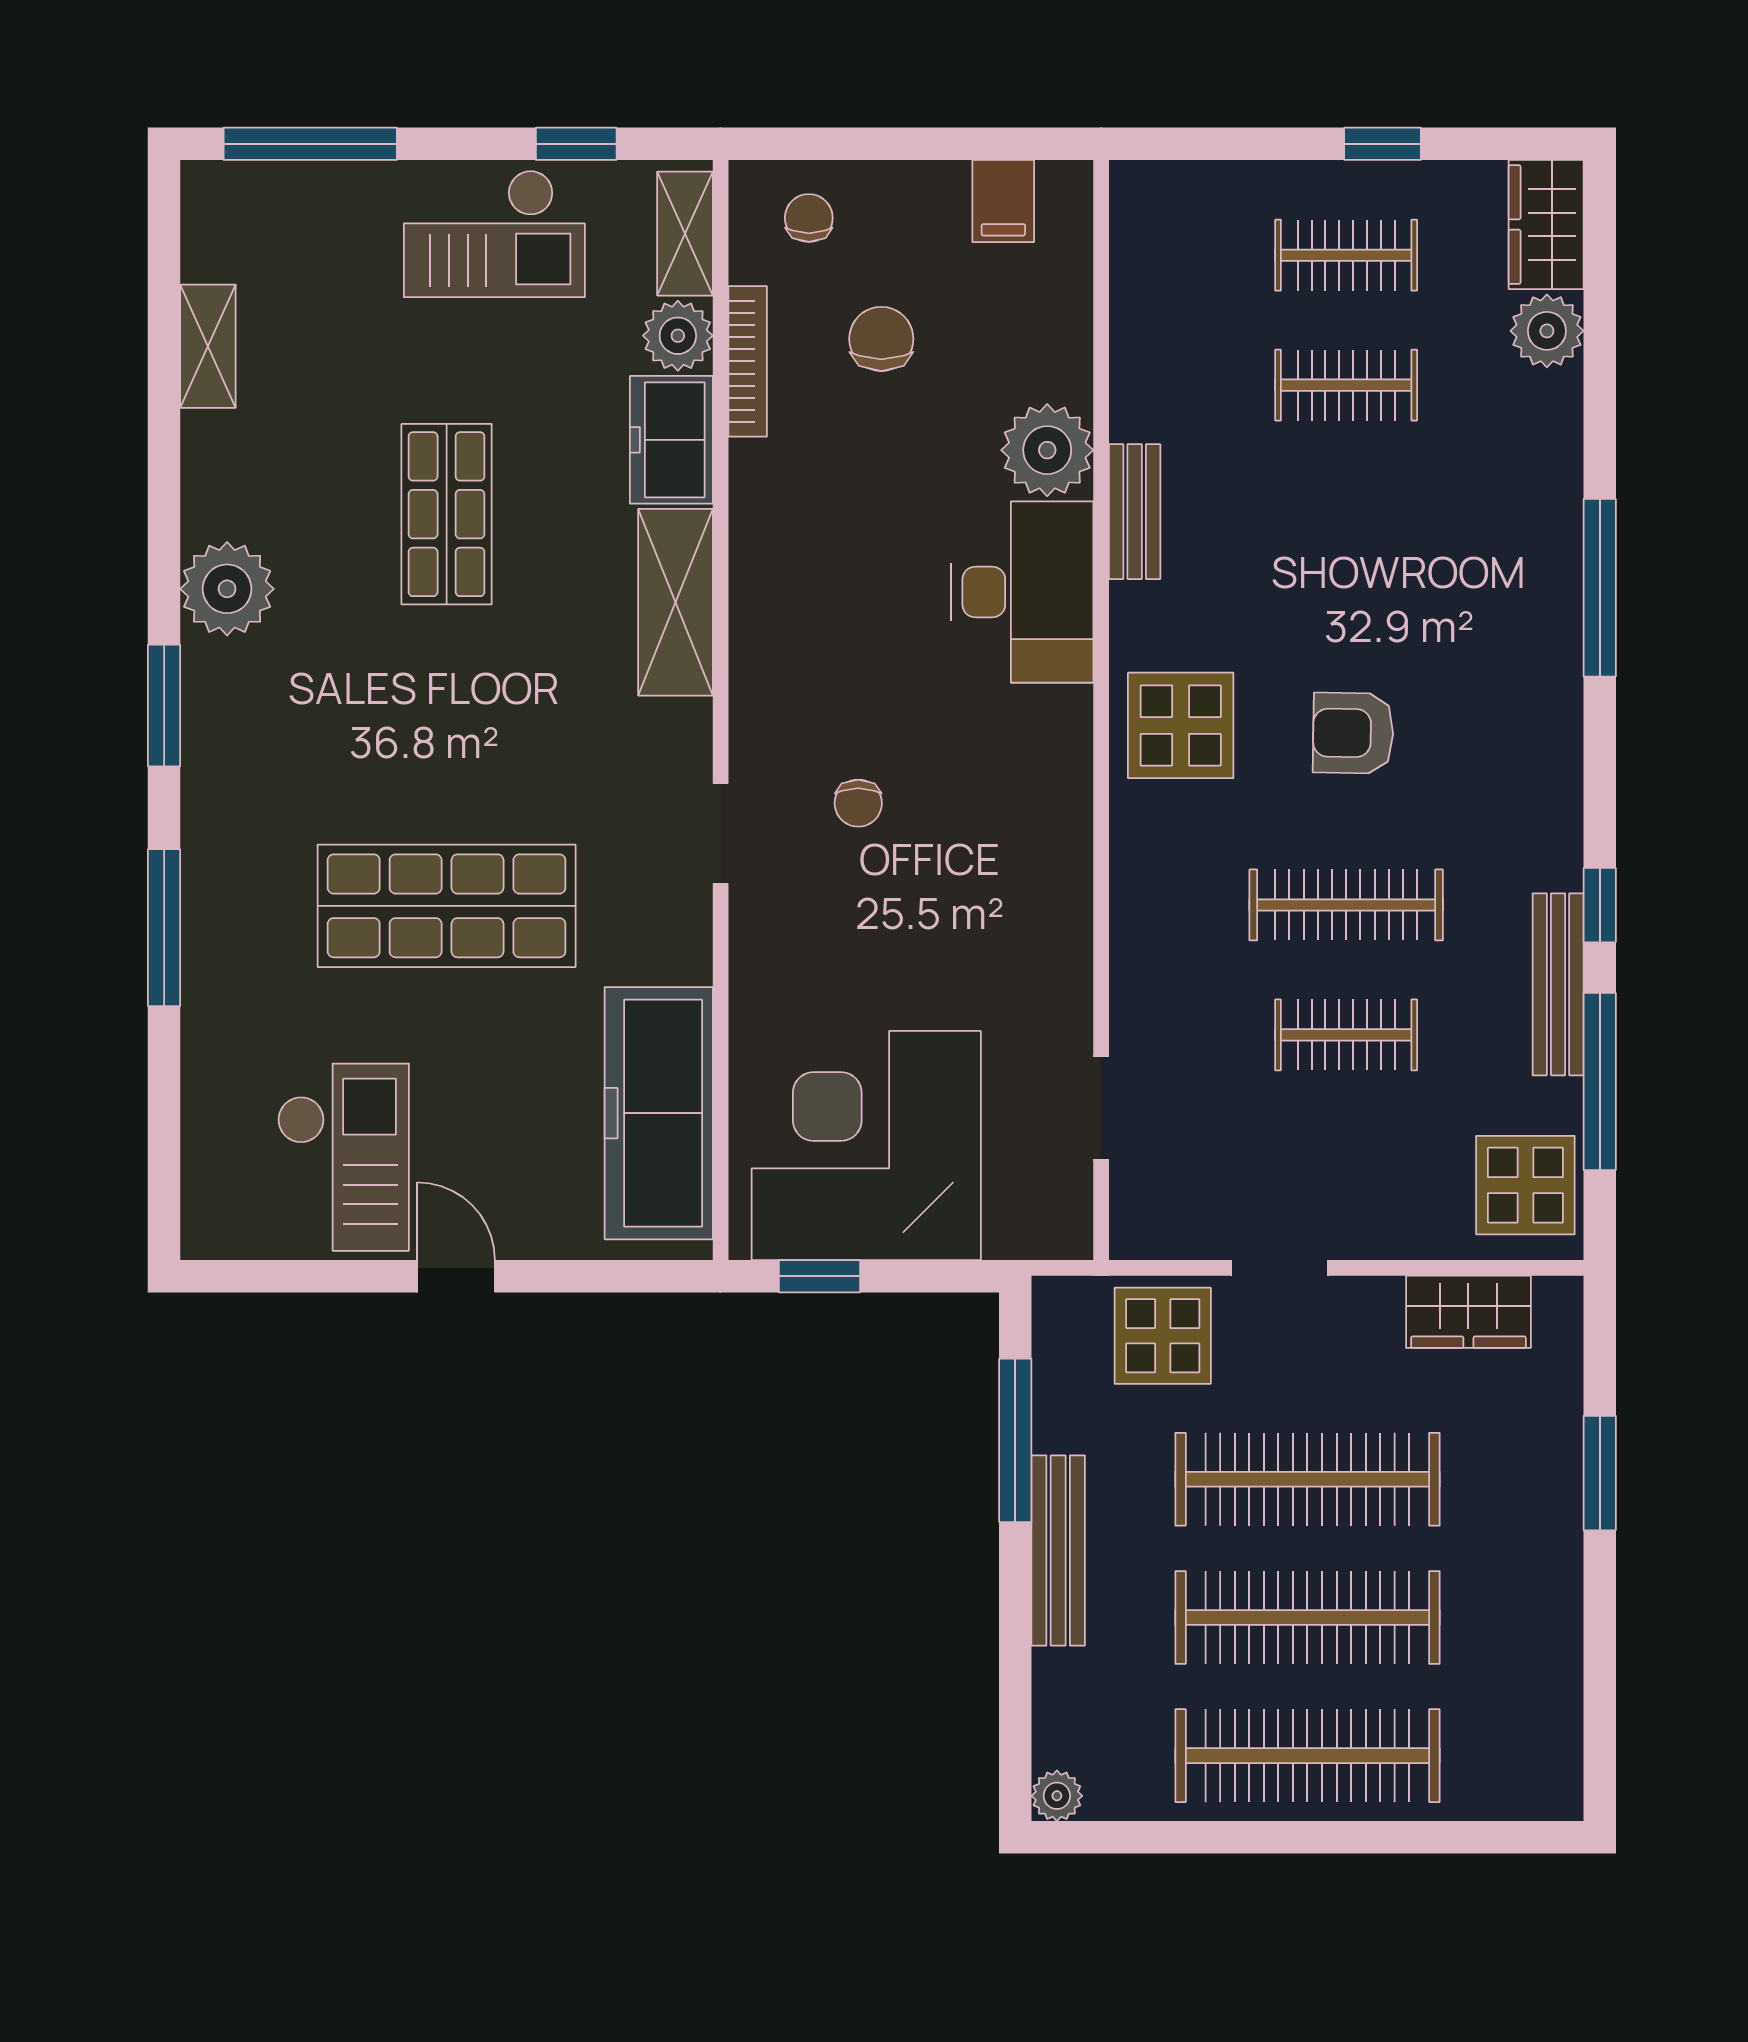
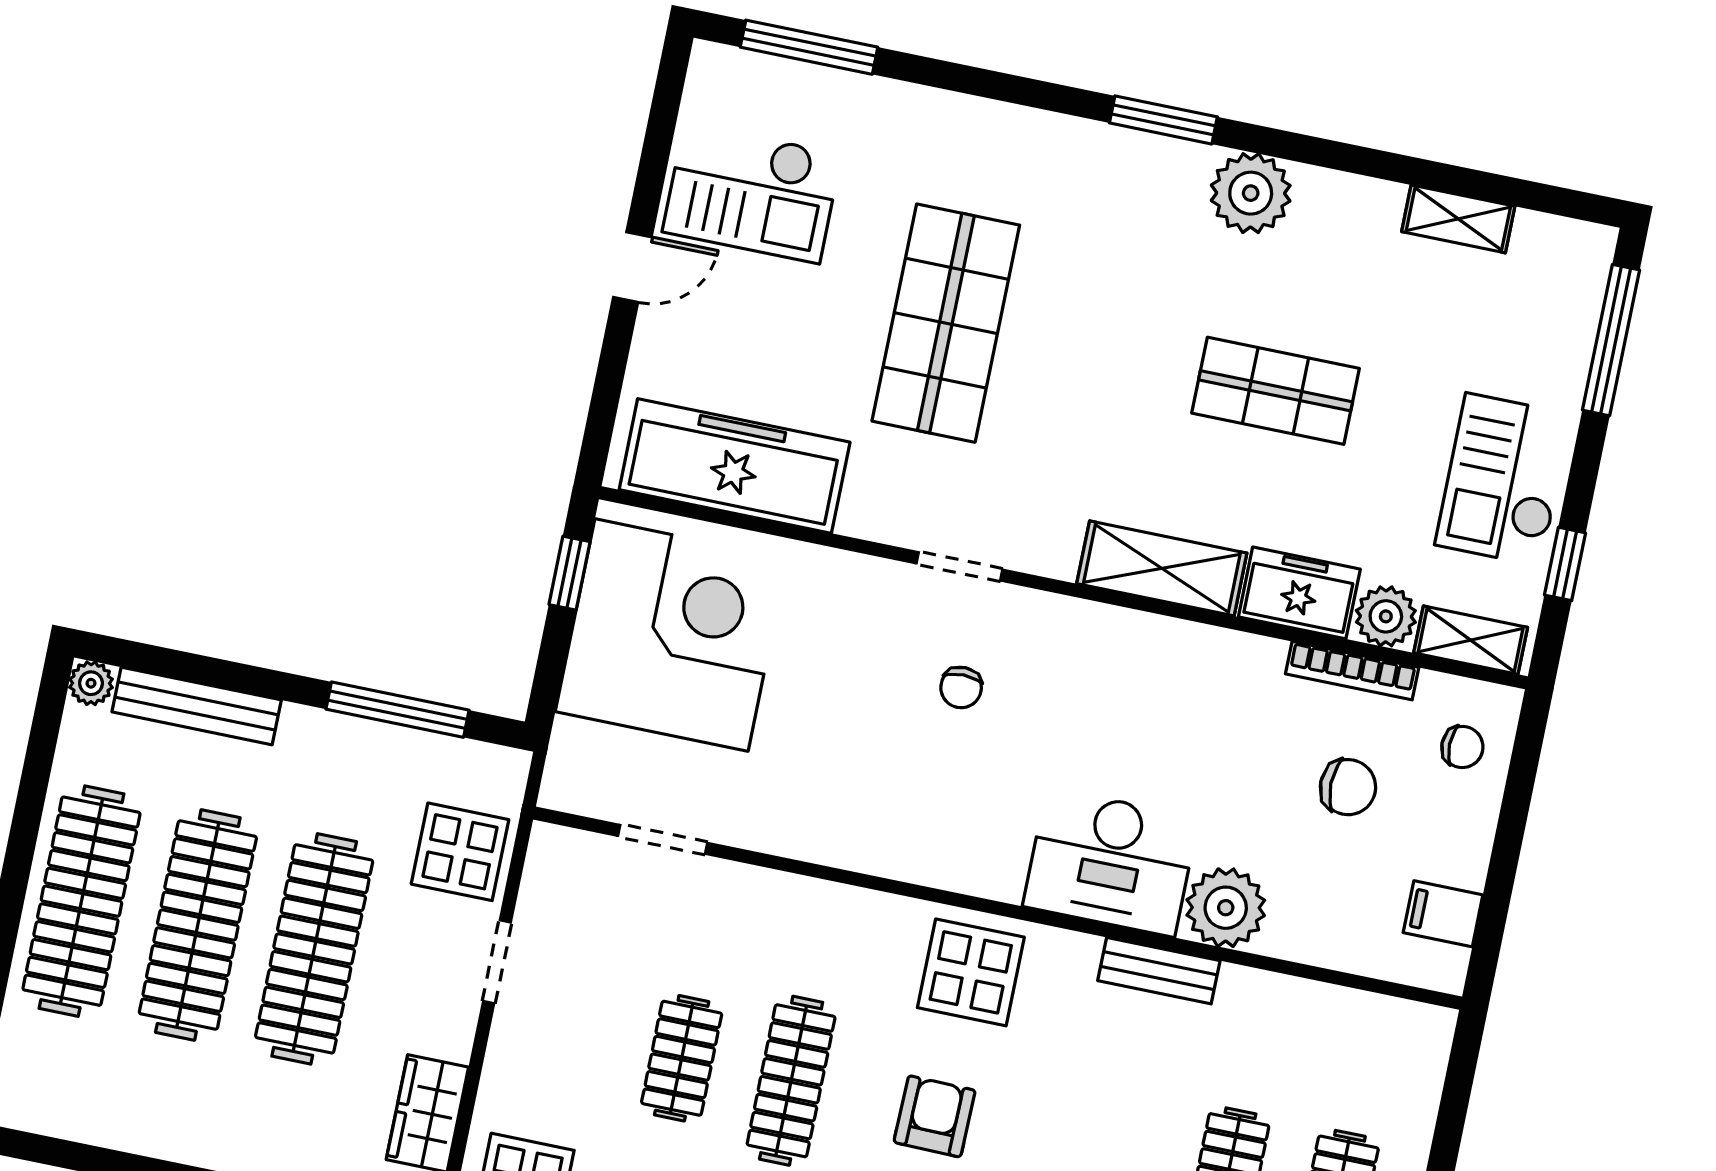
chair: (858, 803) -> (961, 687), turned -90
window: (164, 928) -> (809, 47), moved
bench: (1058, 1551) -> (197, 706), moved

